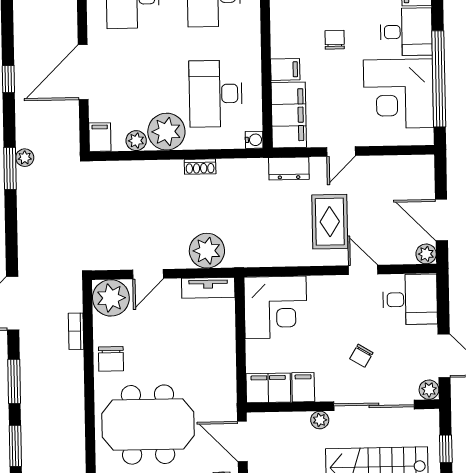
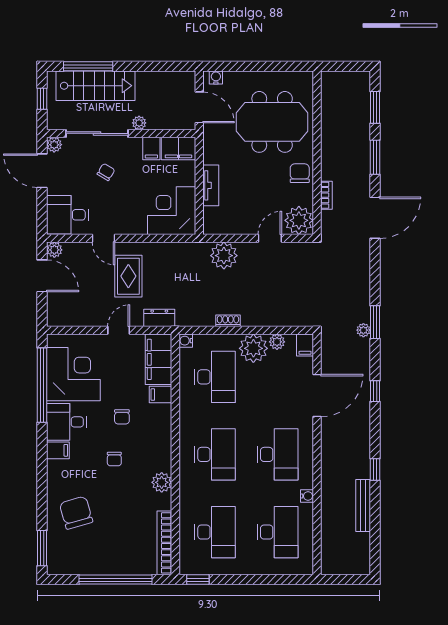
tv unit: (208, 288) -> (211, 185), moved, turned 90

